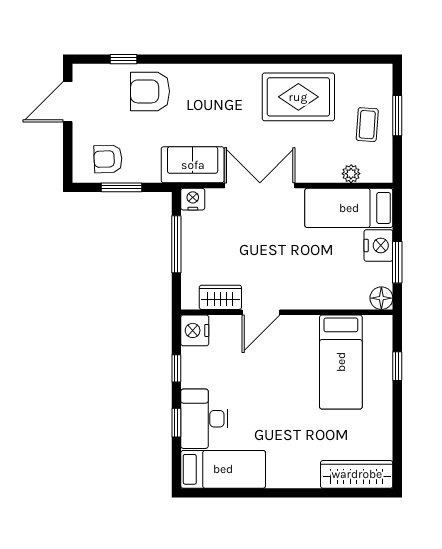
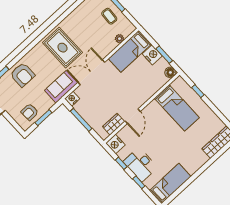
armchair: (150, 91) -> (22, 75), turned -90
rug: (298, 97) -> (62, 48), moved, turned 90
desk: (204, 419) -> (140, 164), moved

